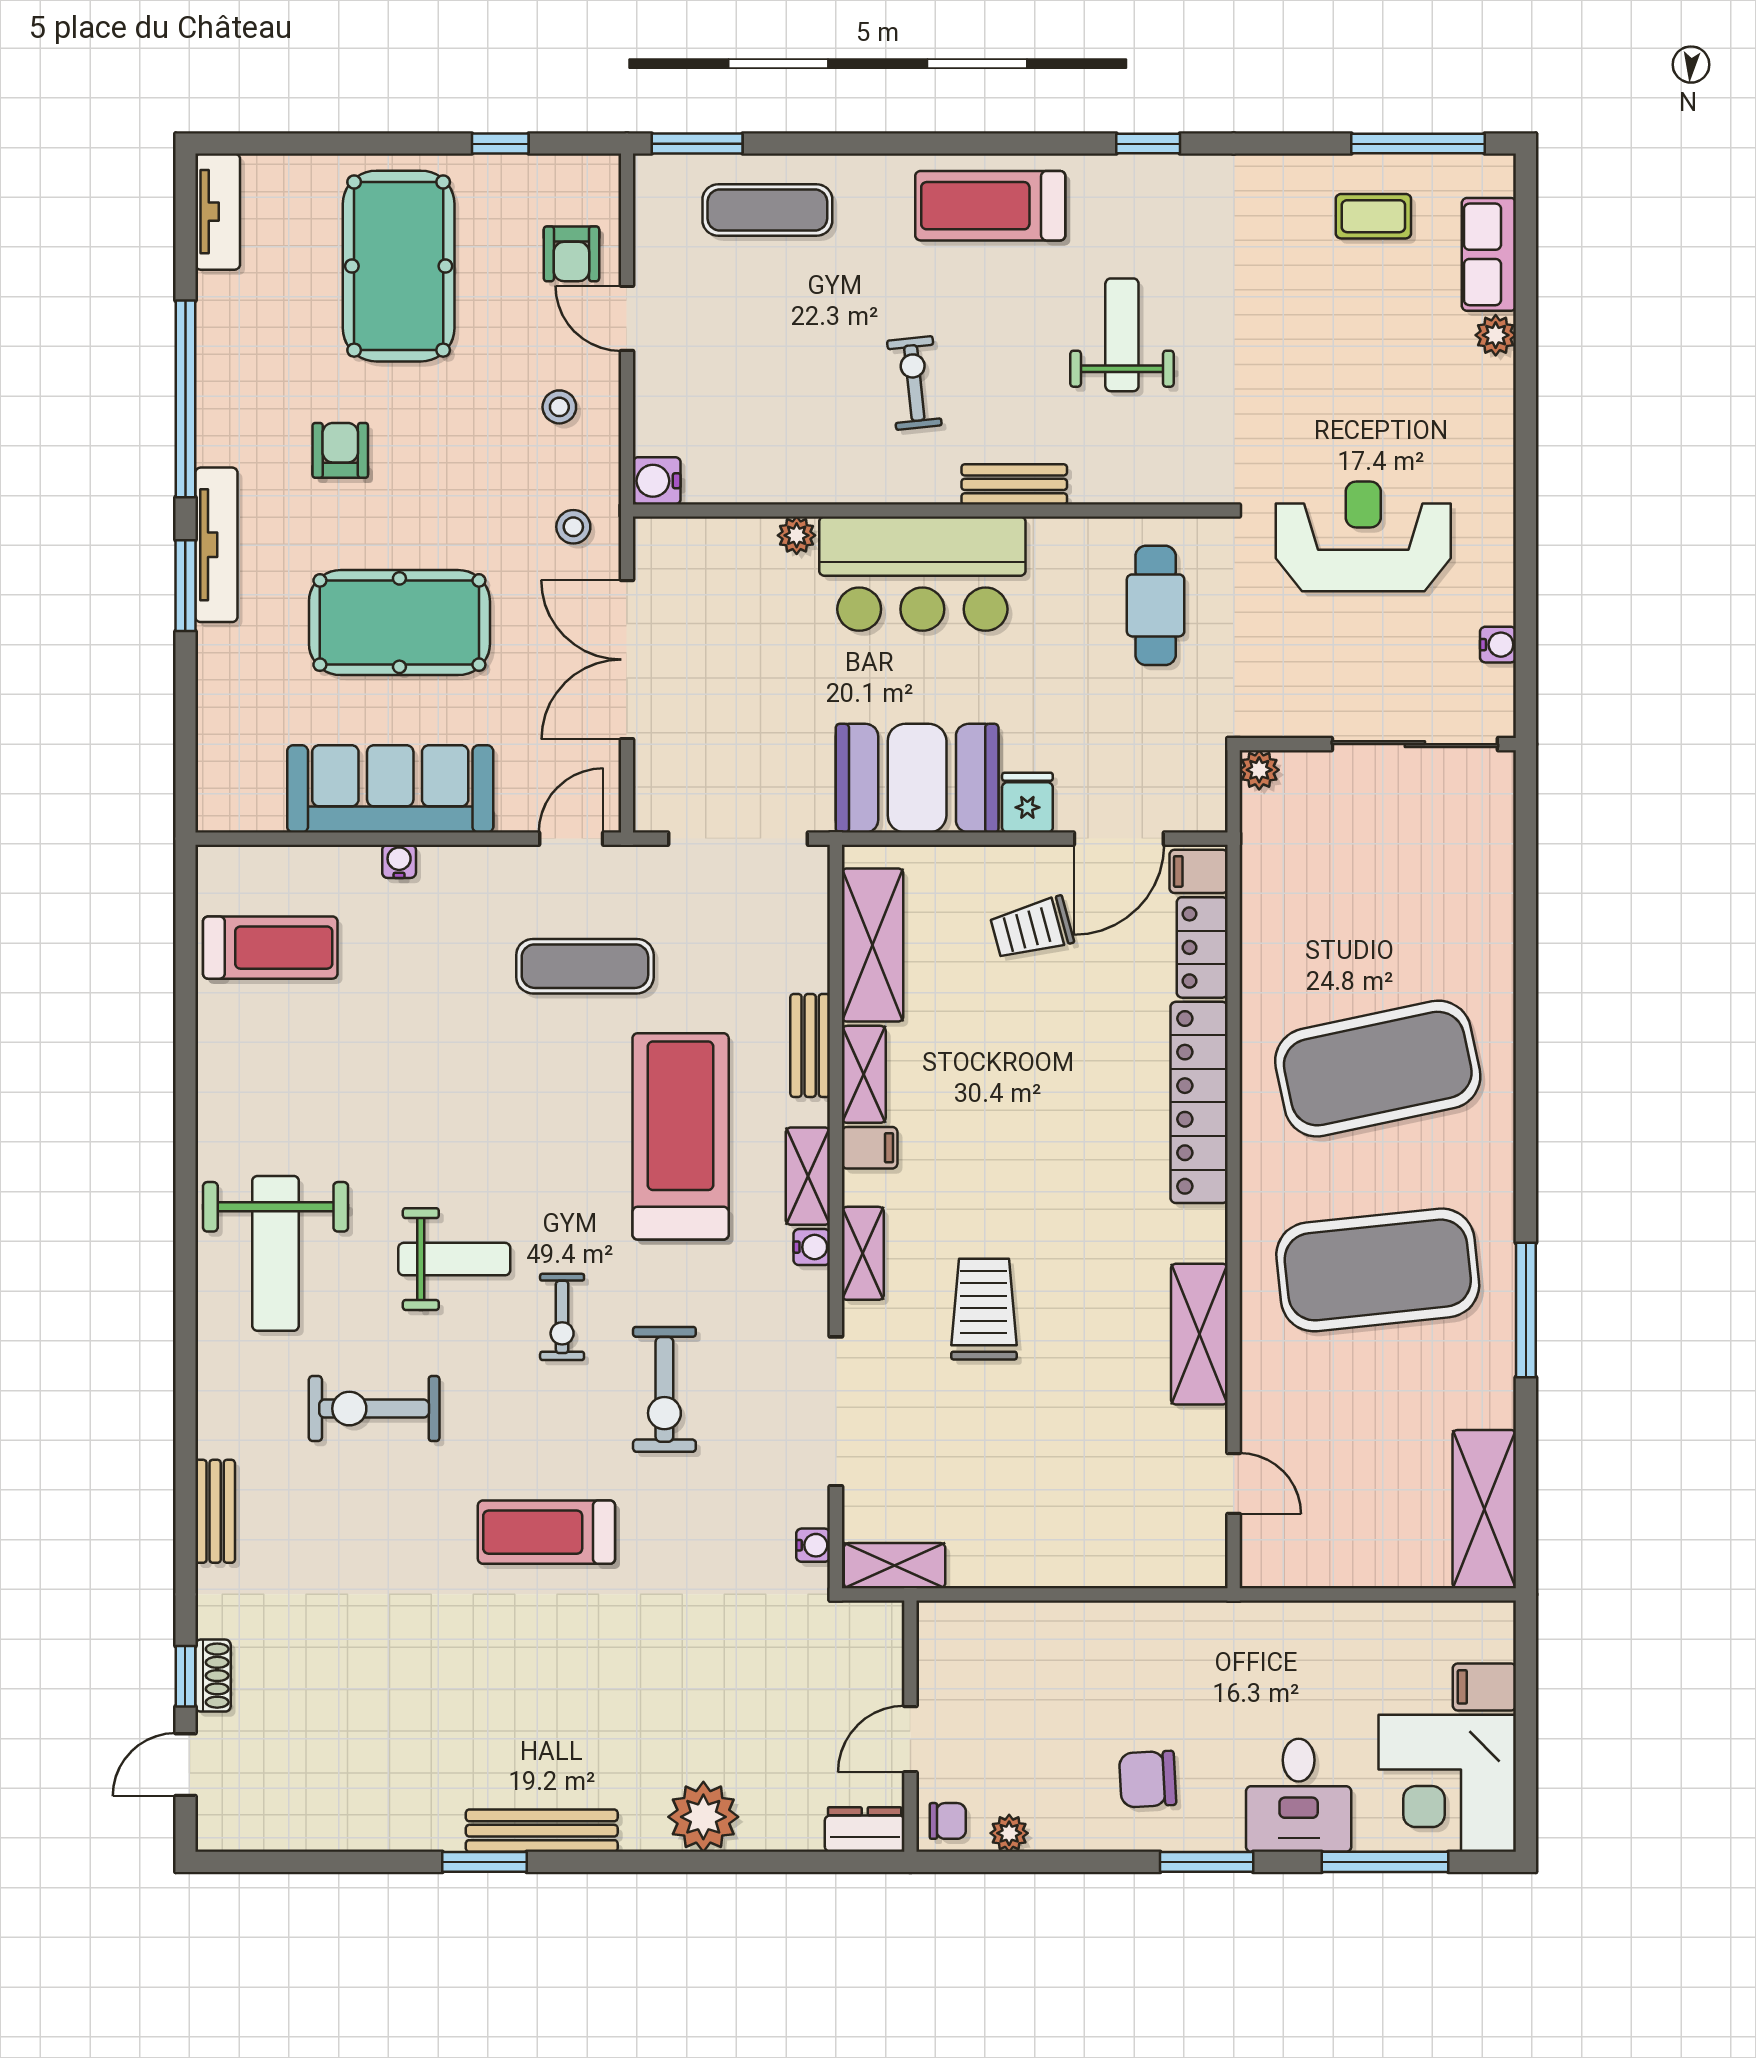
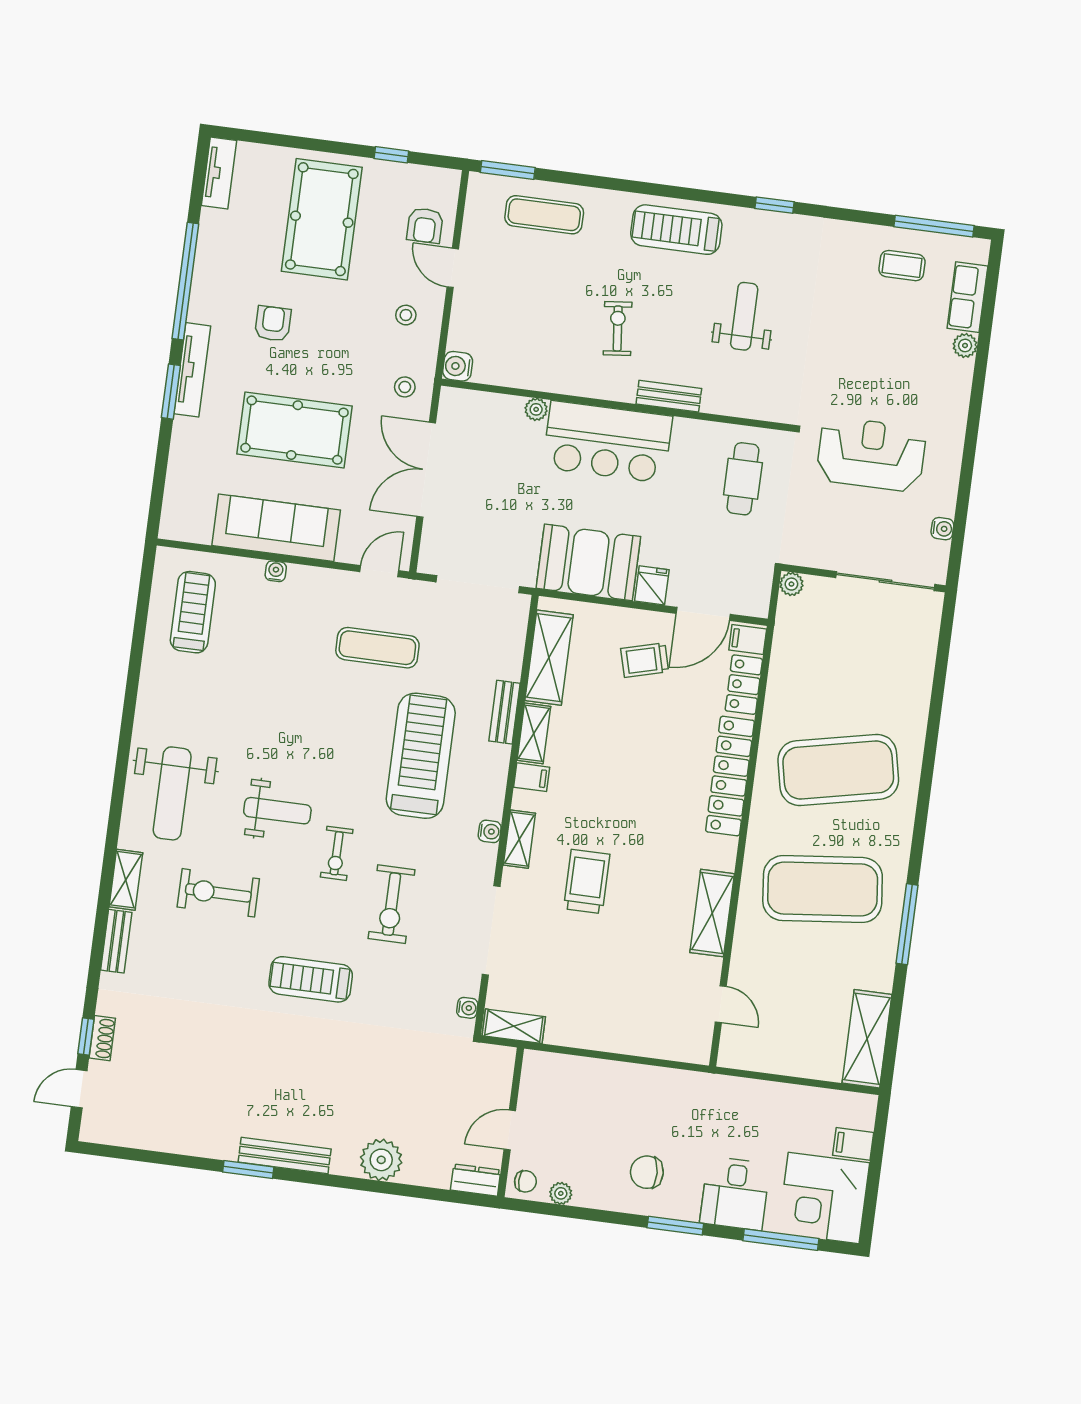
treadmill: (270, 948) -> (193, 612), turned -90
shelving: (808, 1176) -> (126, 880), moved

